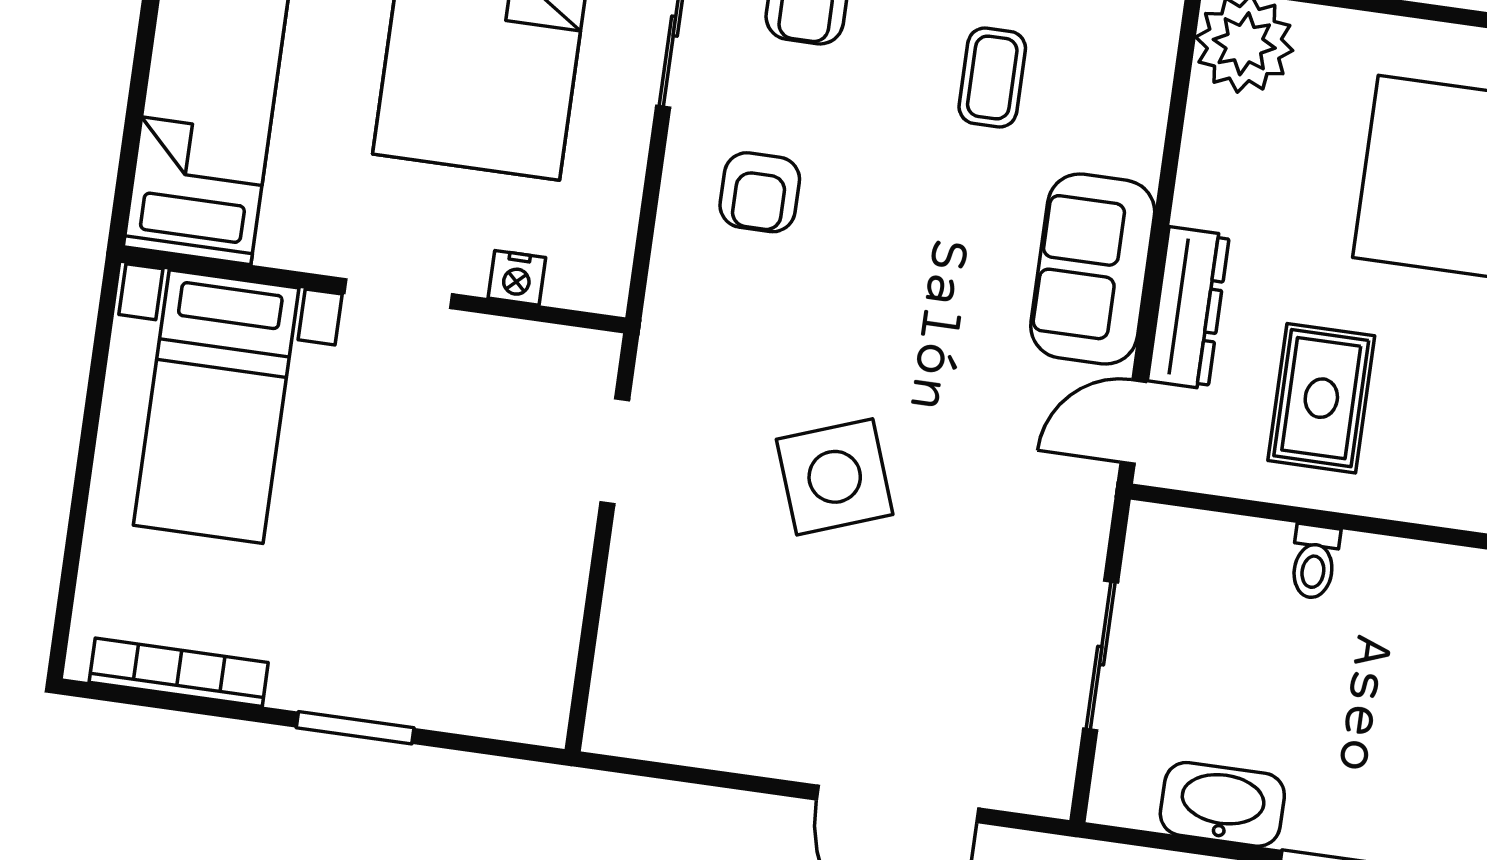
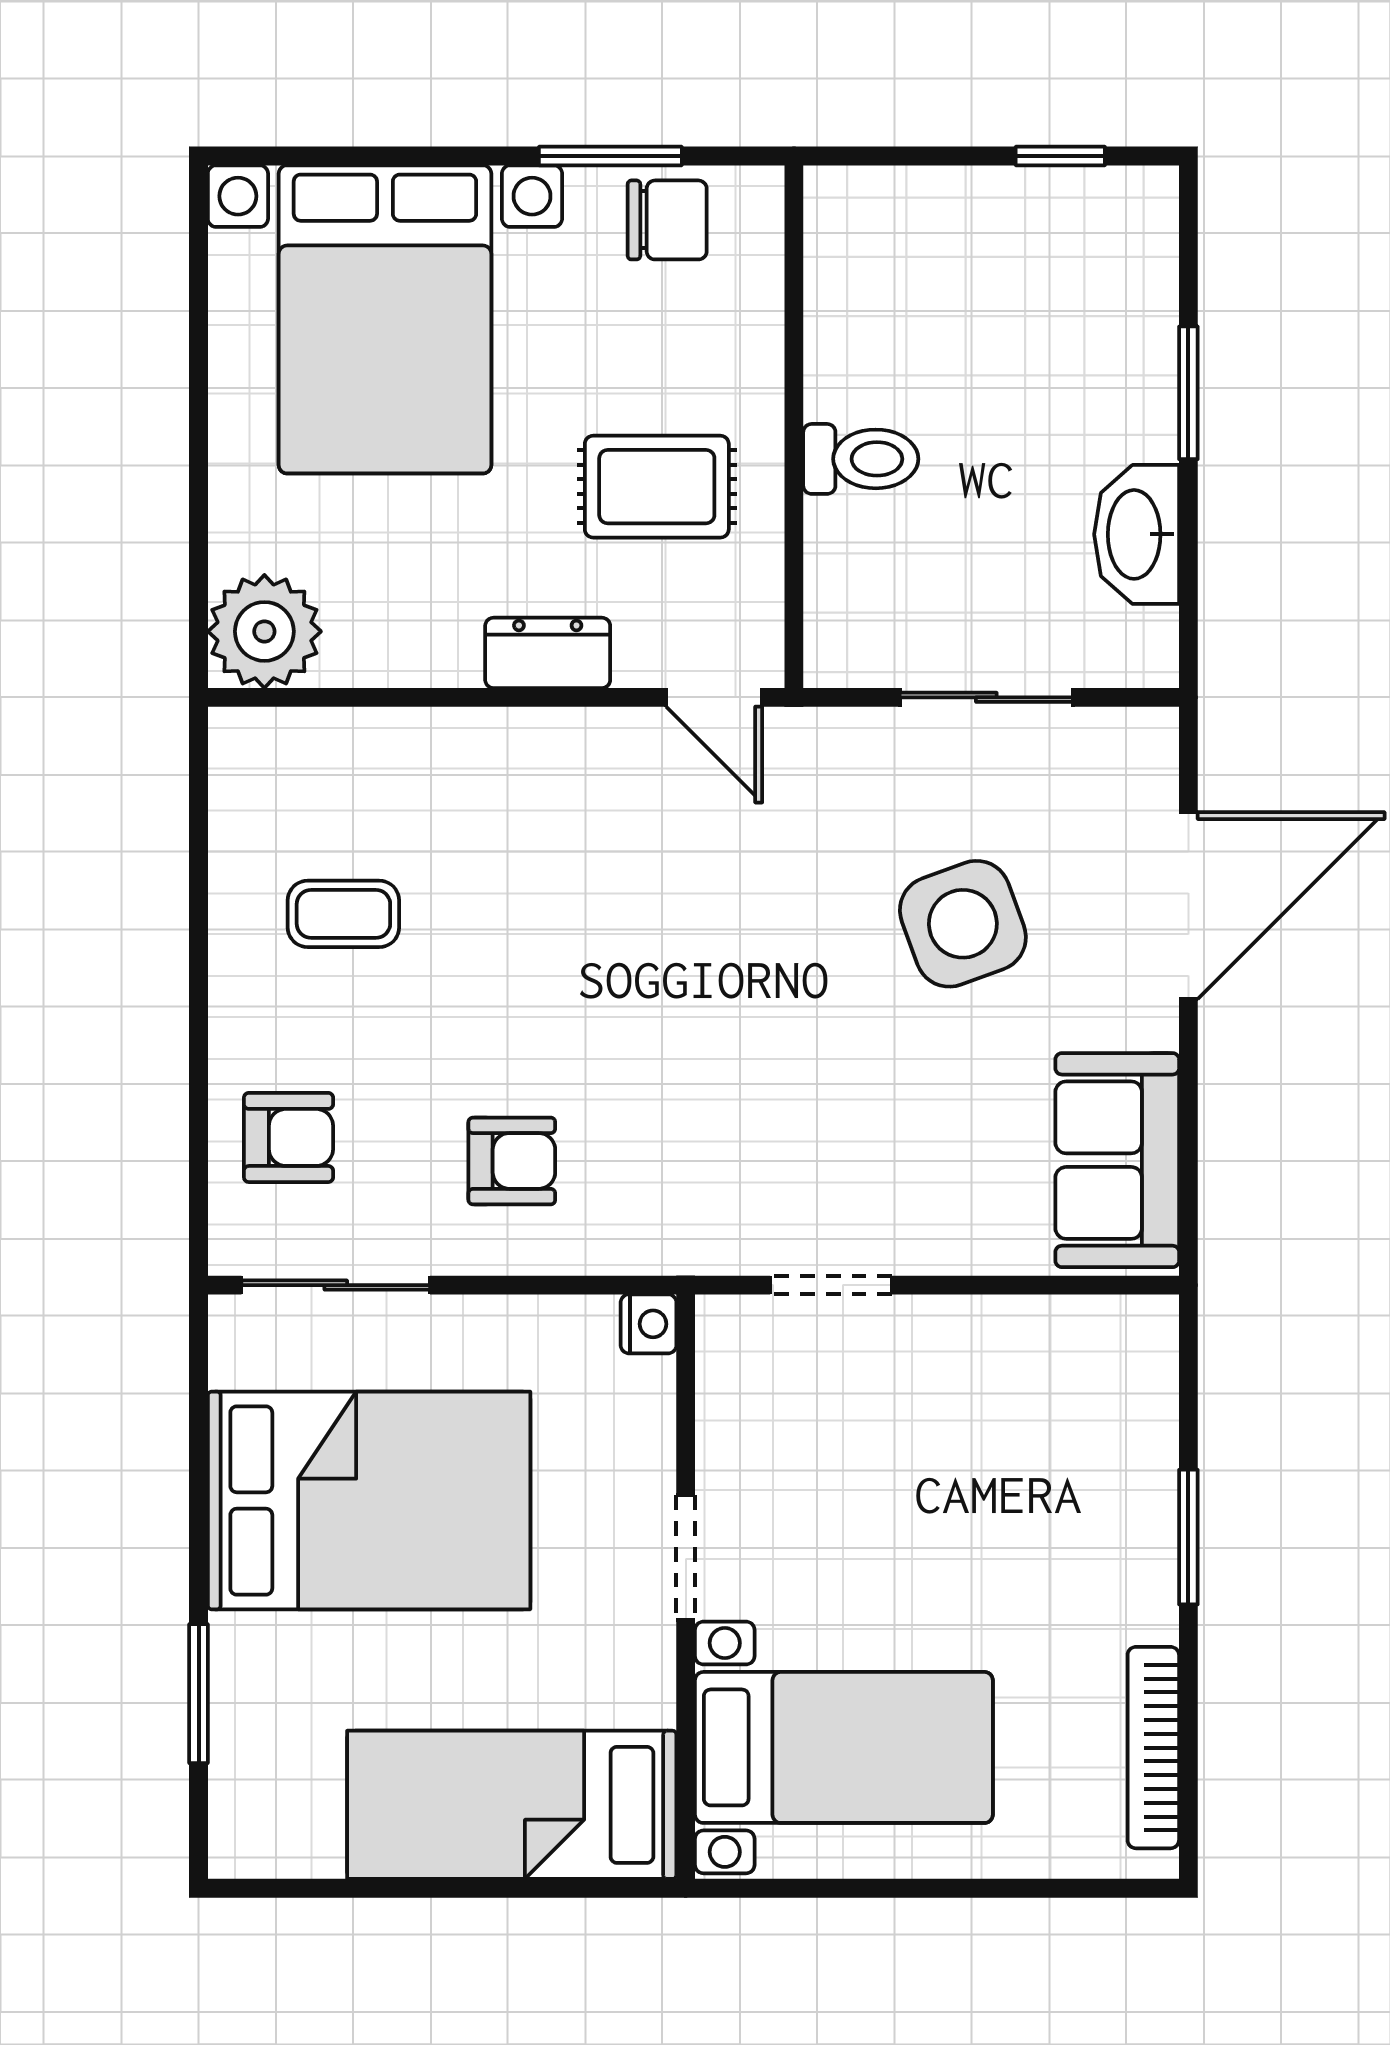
sofa: (1093, 269) -> (1117, 1160), moved, turned 90
nightstand: (517, 278) -> (649, 1324), moved
dresser: (1188, 308) -> (548, 653), width x0.70
side table: (835, 477) -> (963, 924), moved
toilet: (1314, 562) -> (861, 459), width x1.37, depth x1.39

